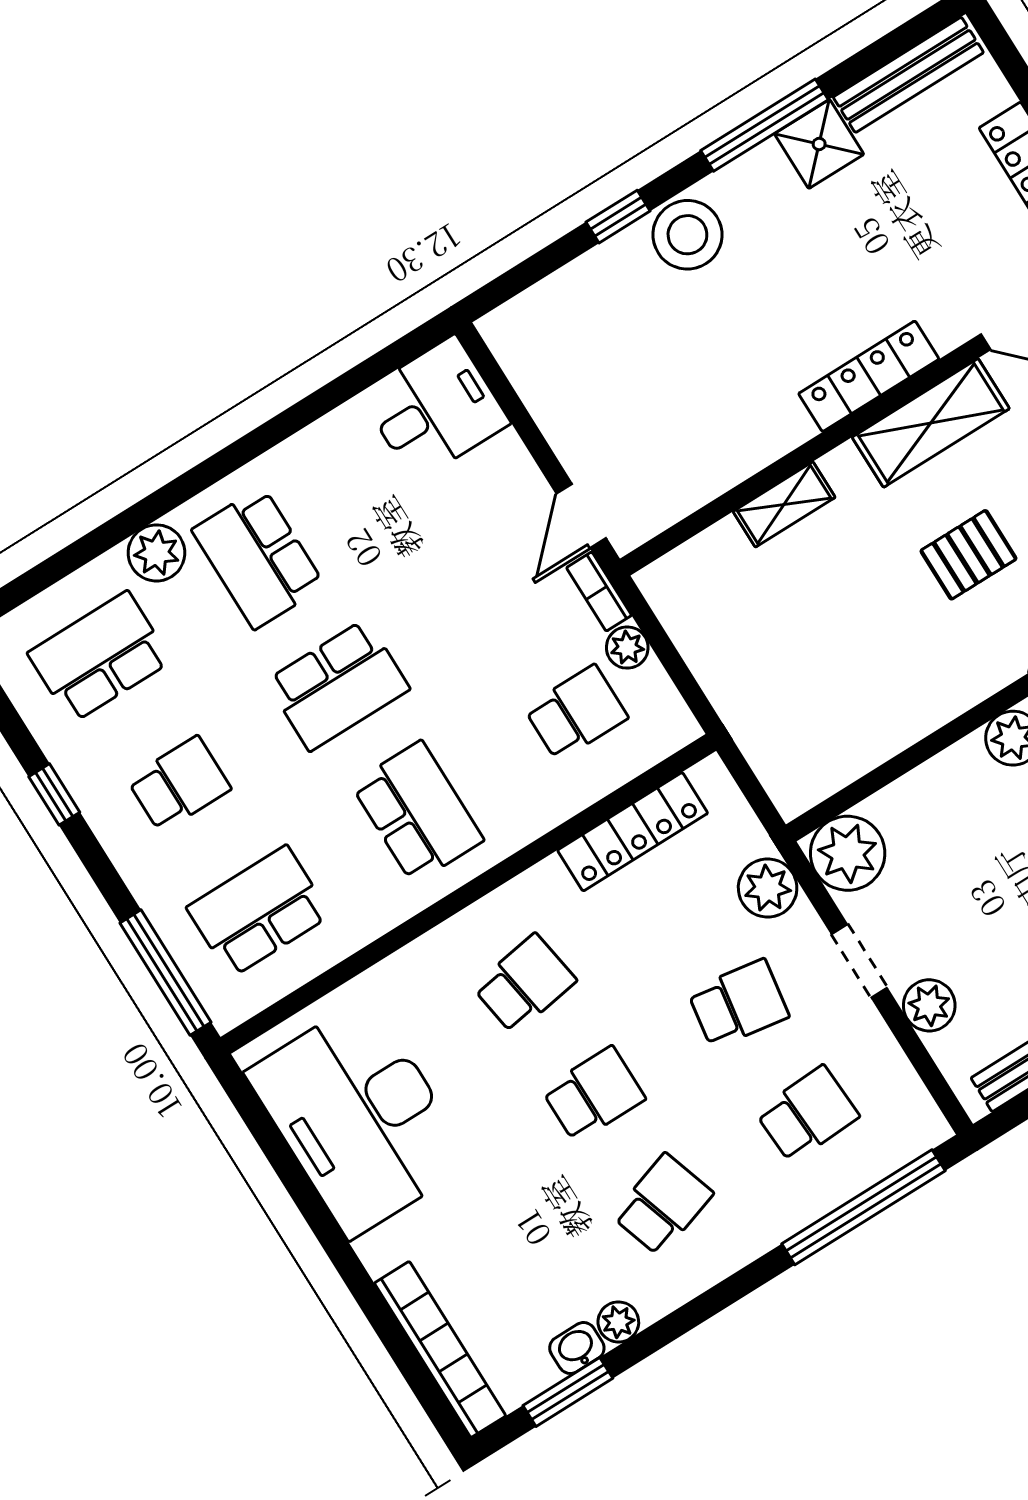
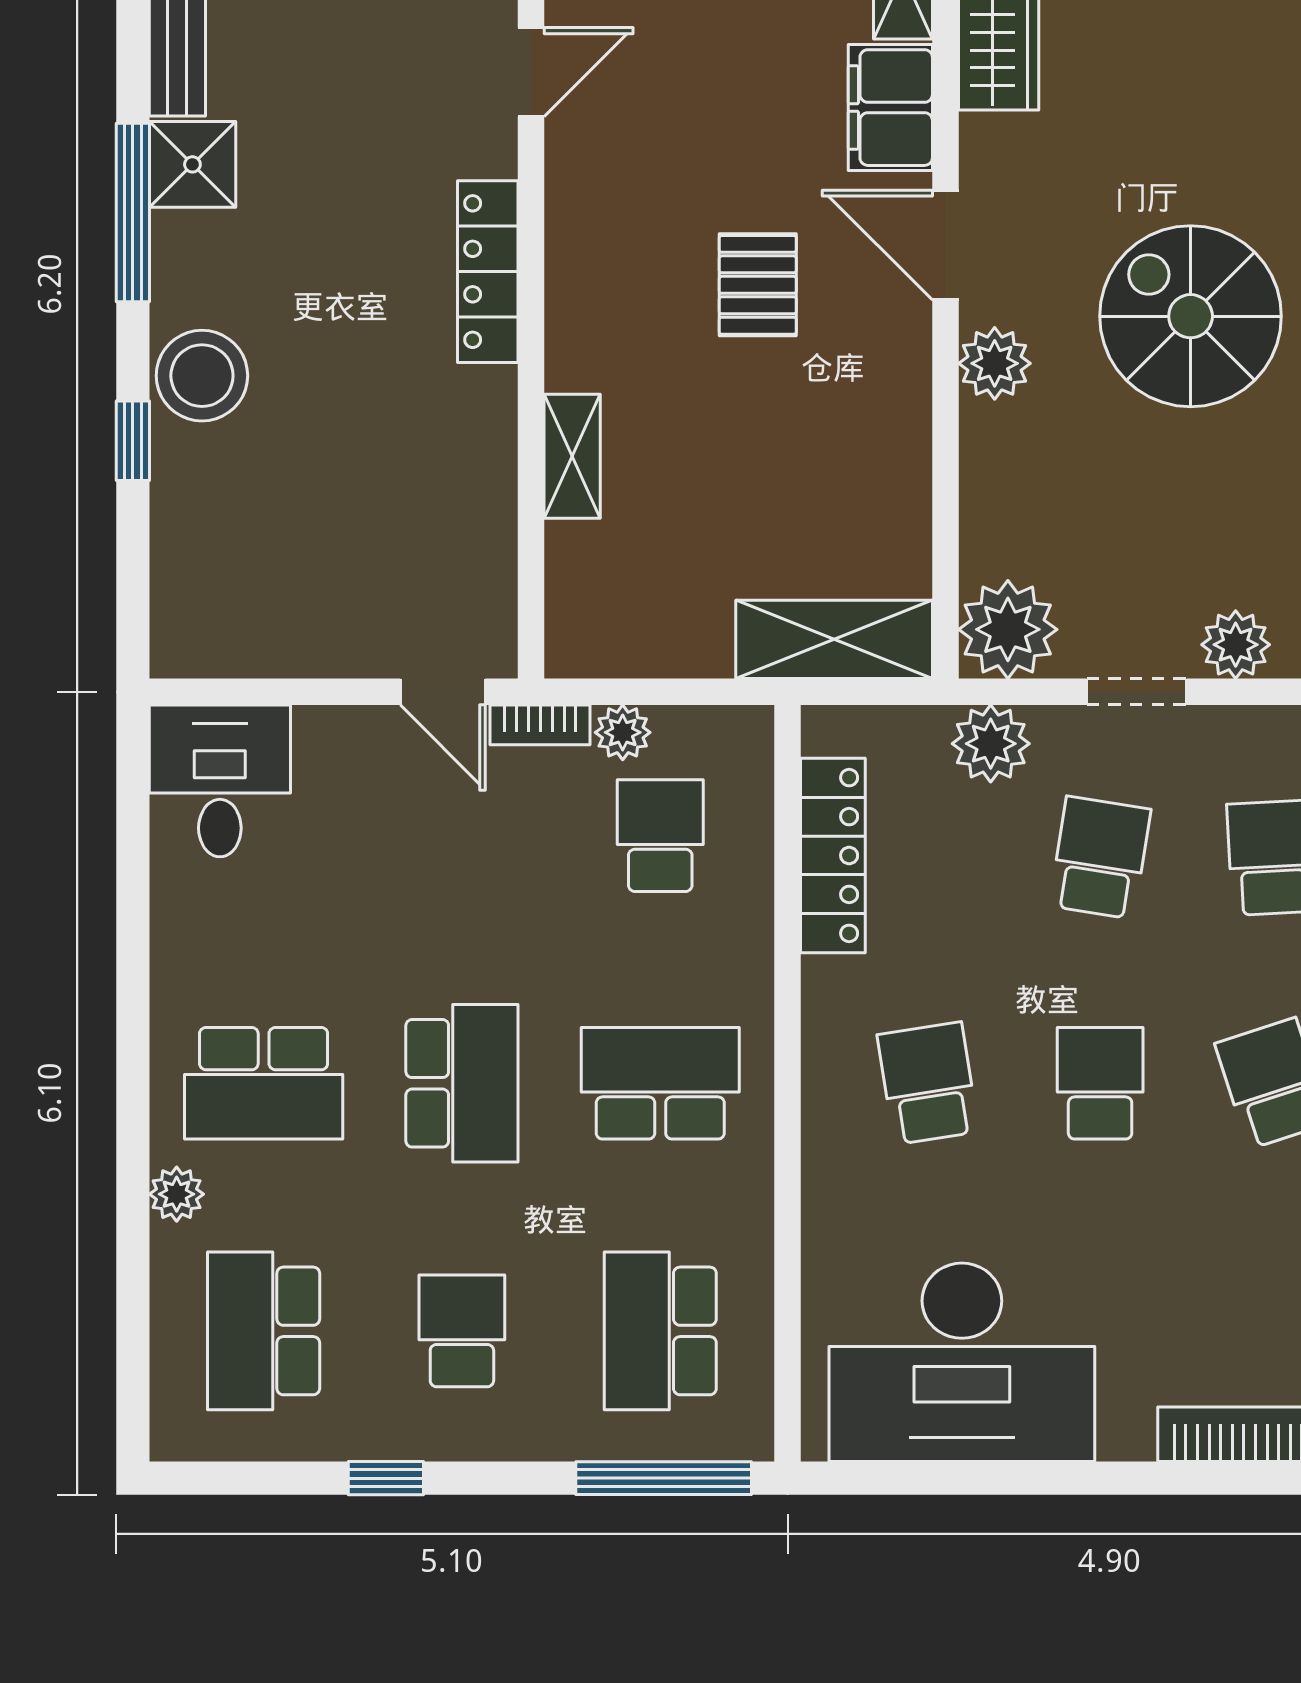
shelving: (931, 423) -> (834, 639), moved, turned 90
plant: (156, 553) -> (177, 1194), width x0.73, depth x0.73

